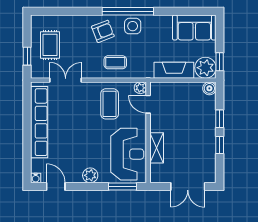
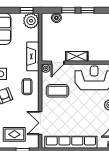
fireplace: (174, 70) -> (33, 56), moved
boiler: (209, 88) -> (56, 18), moved
shelving: (157, 148) -> (77, 56), moved

